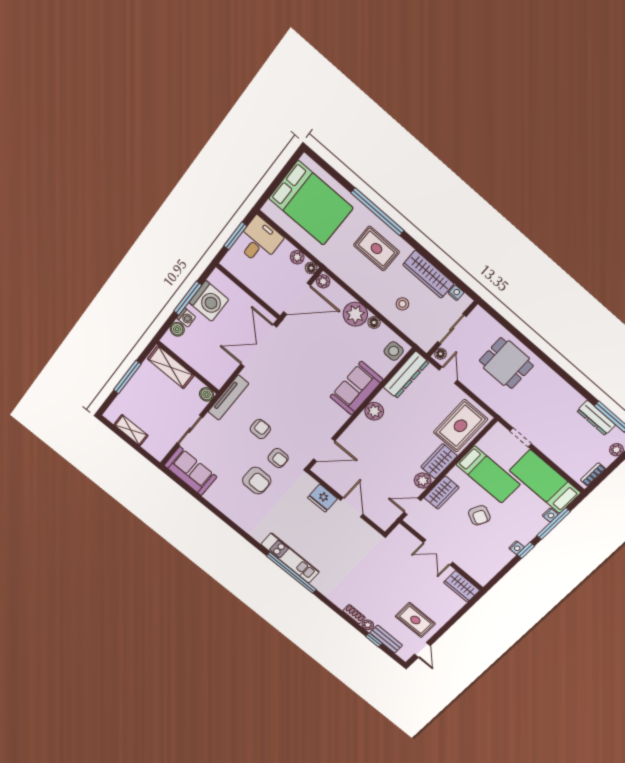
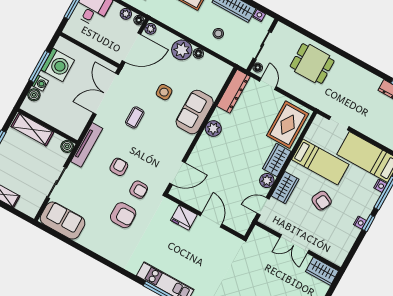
side table: (394, 351) -> (164, 92), moved
coffee table: (287, 379) -> (135, 117), added

